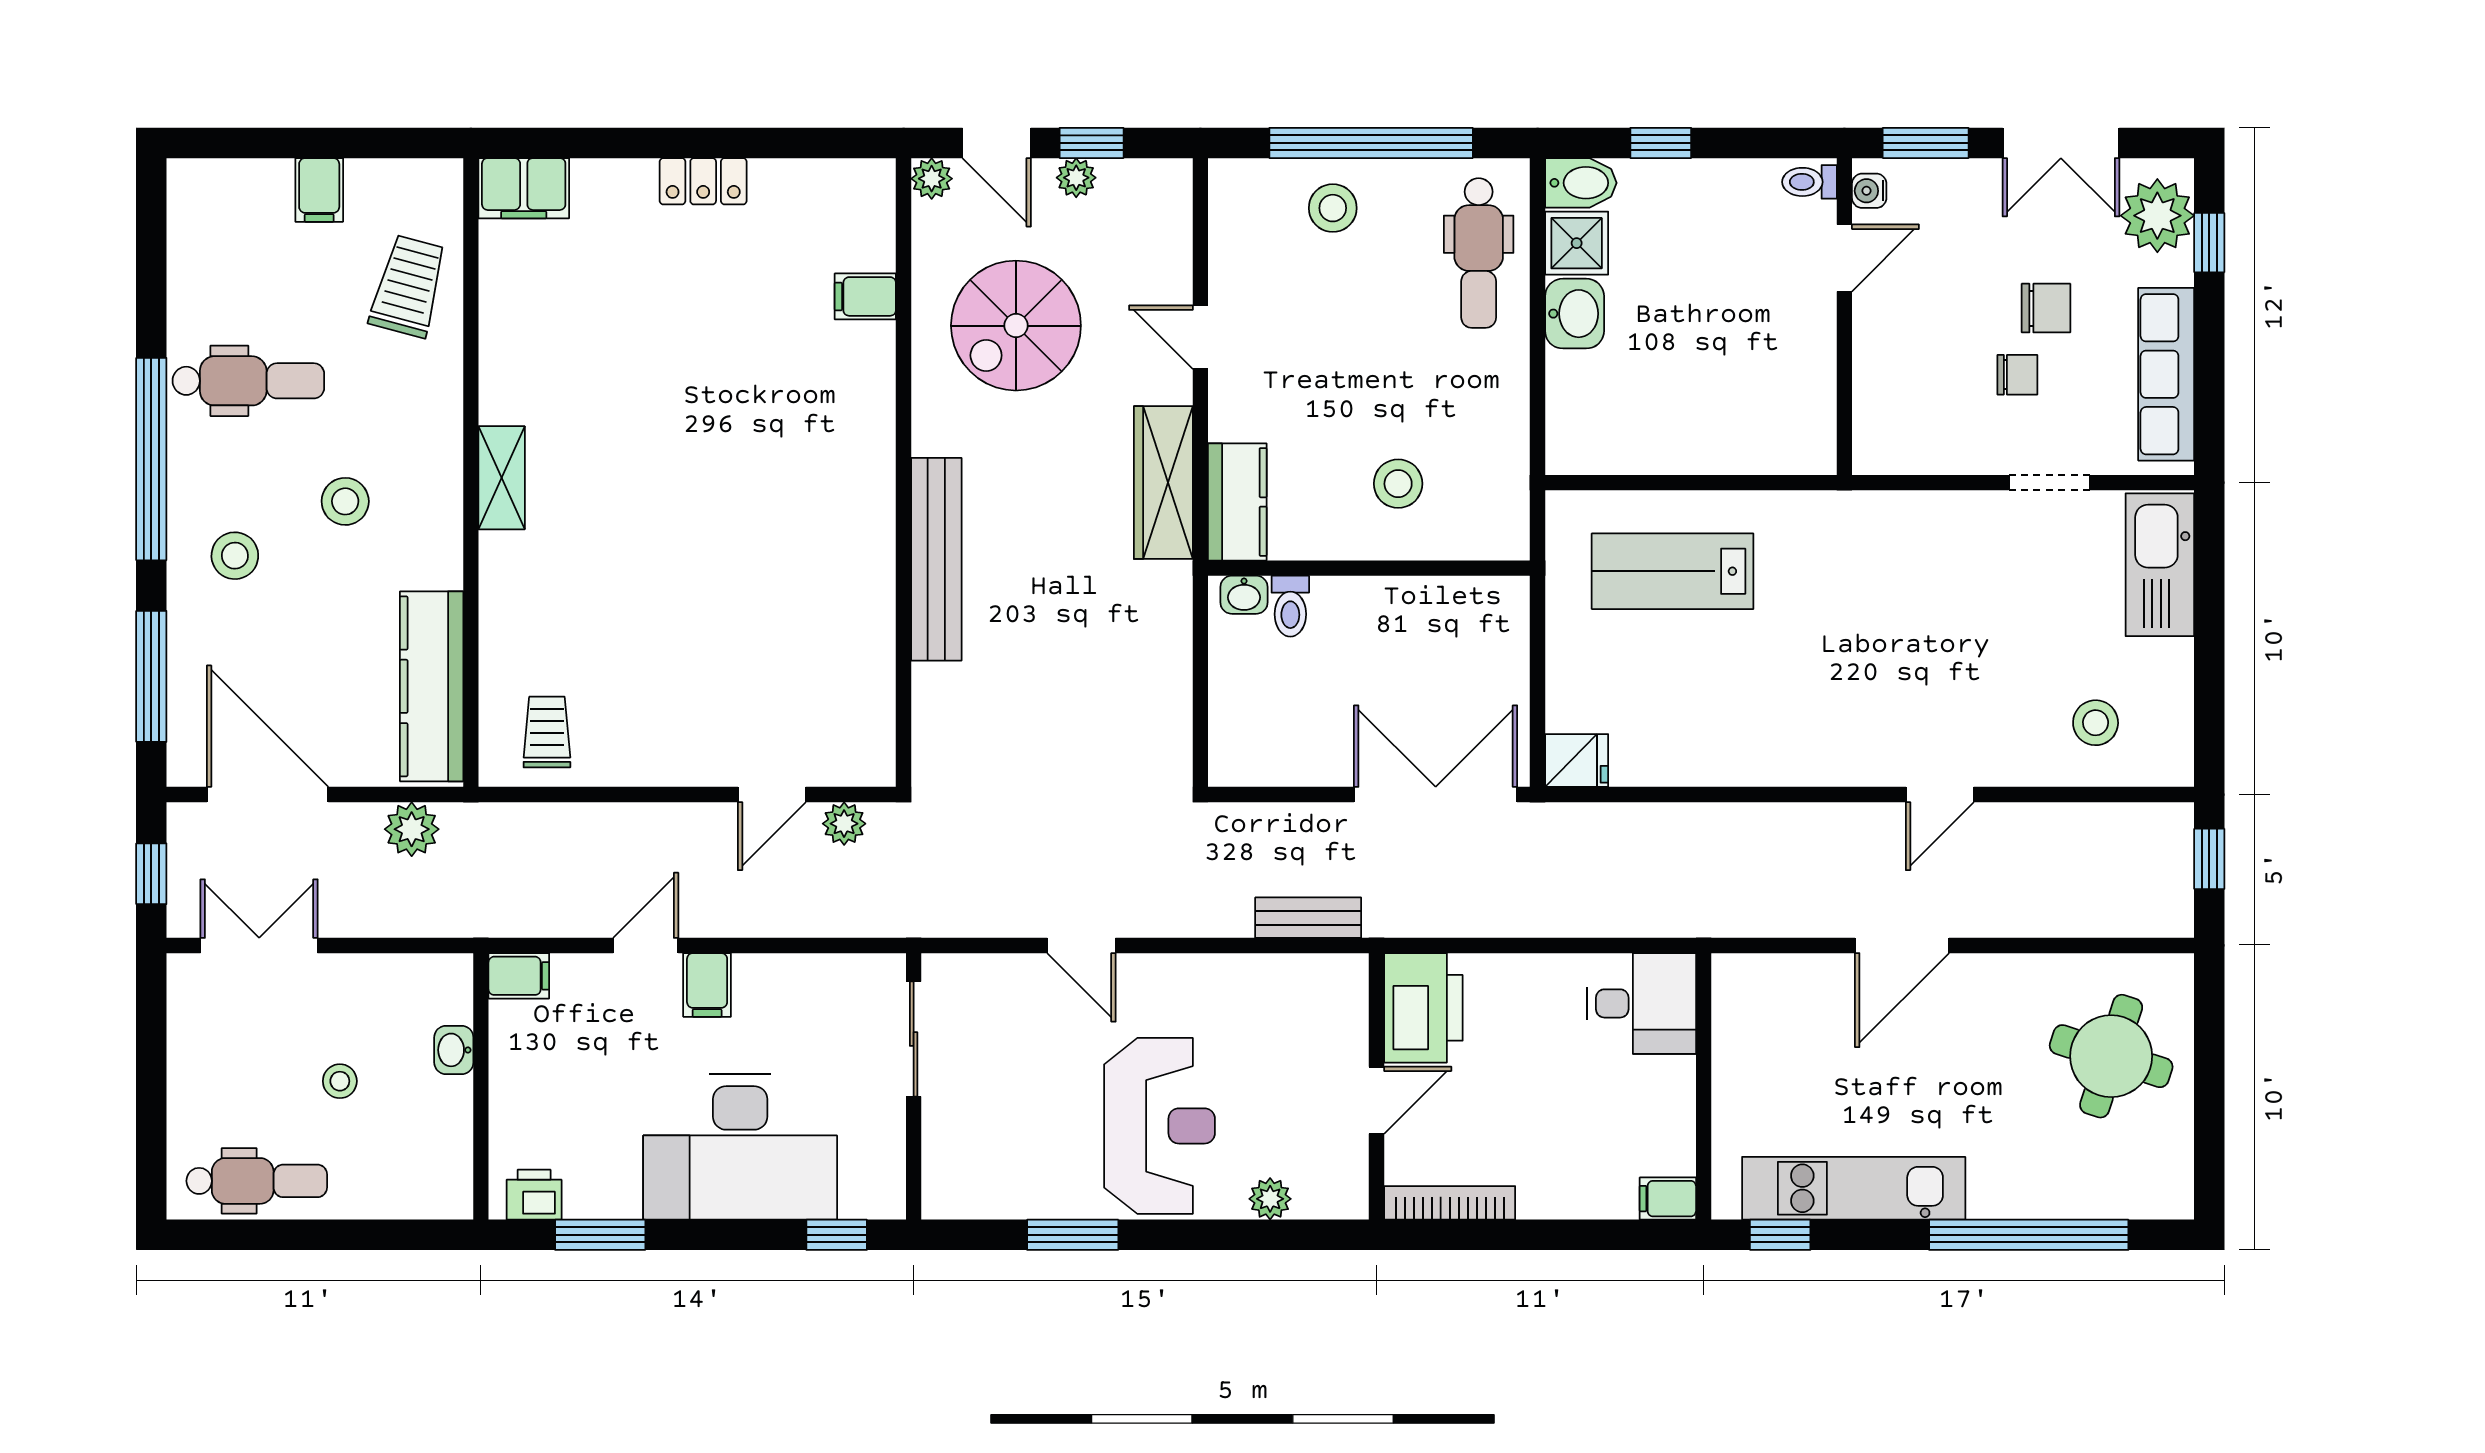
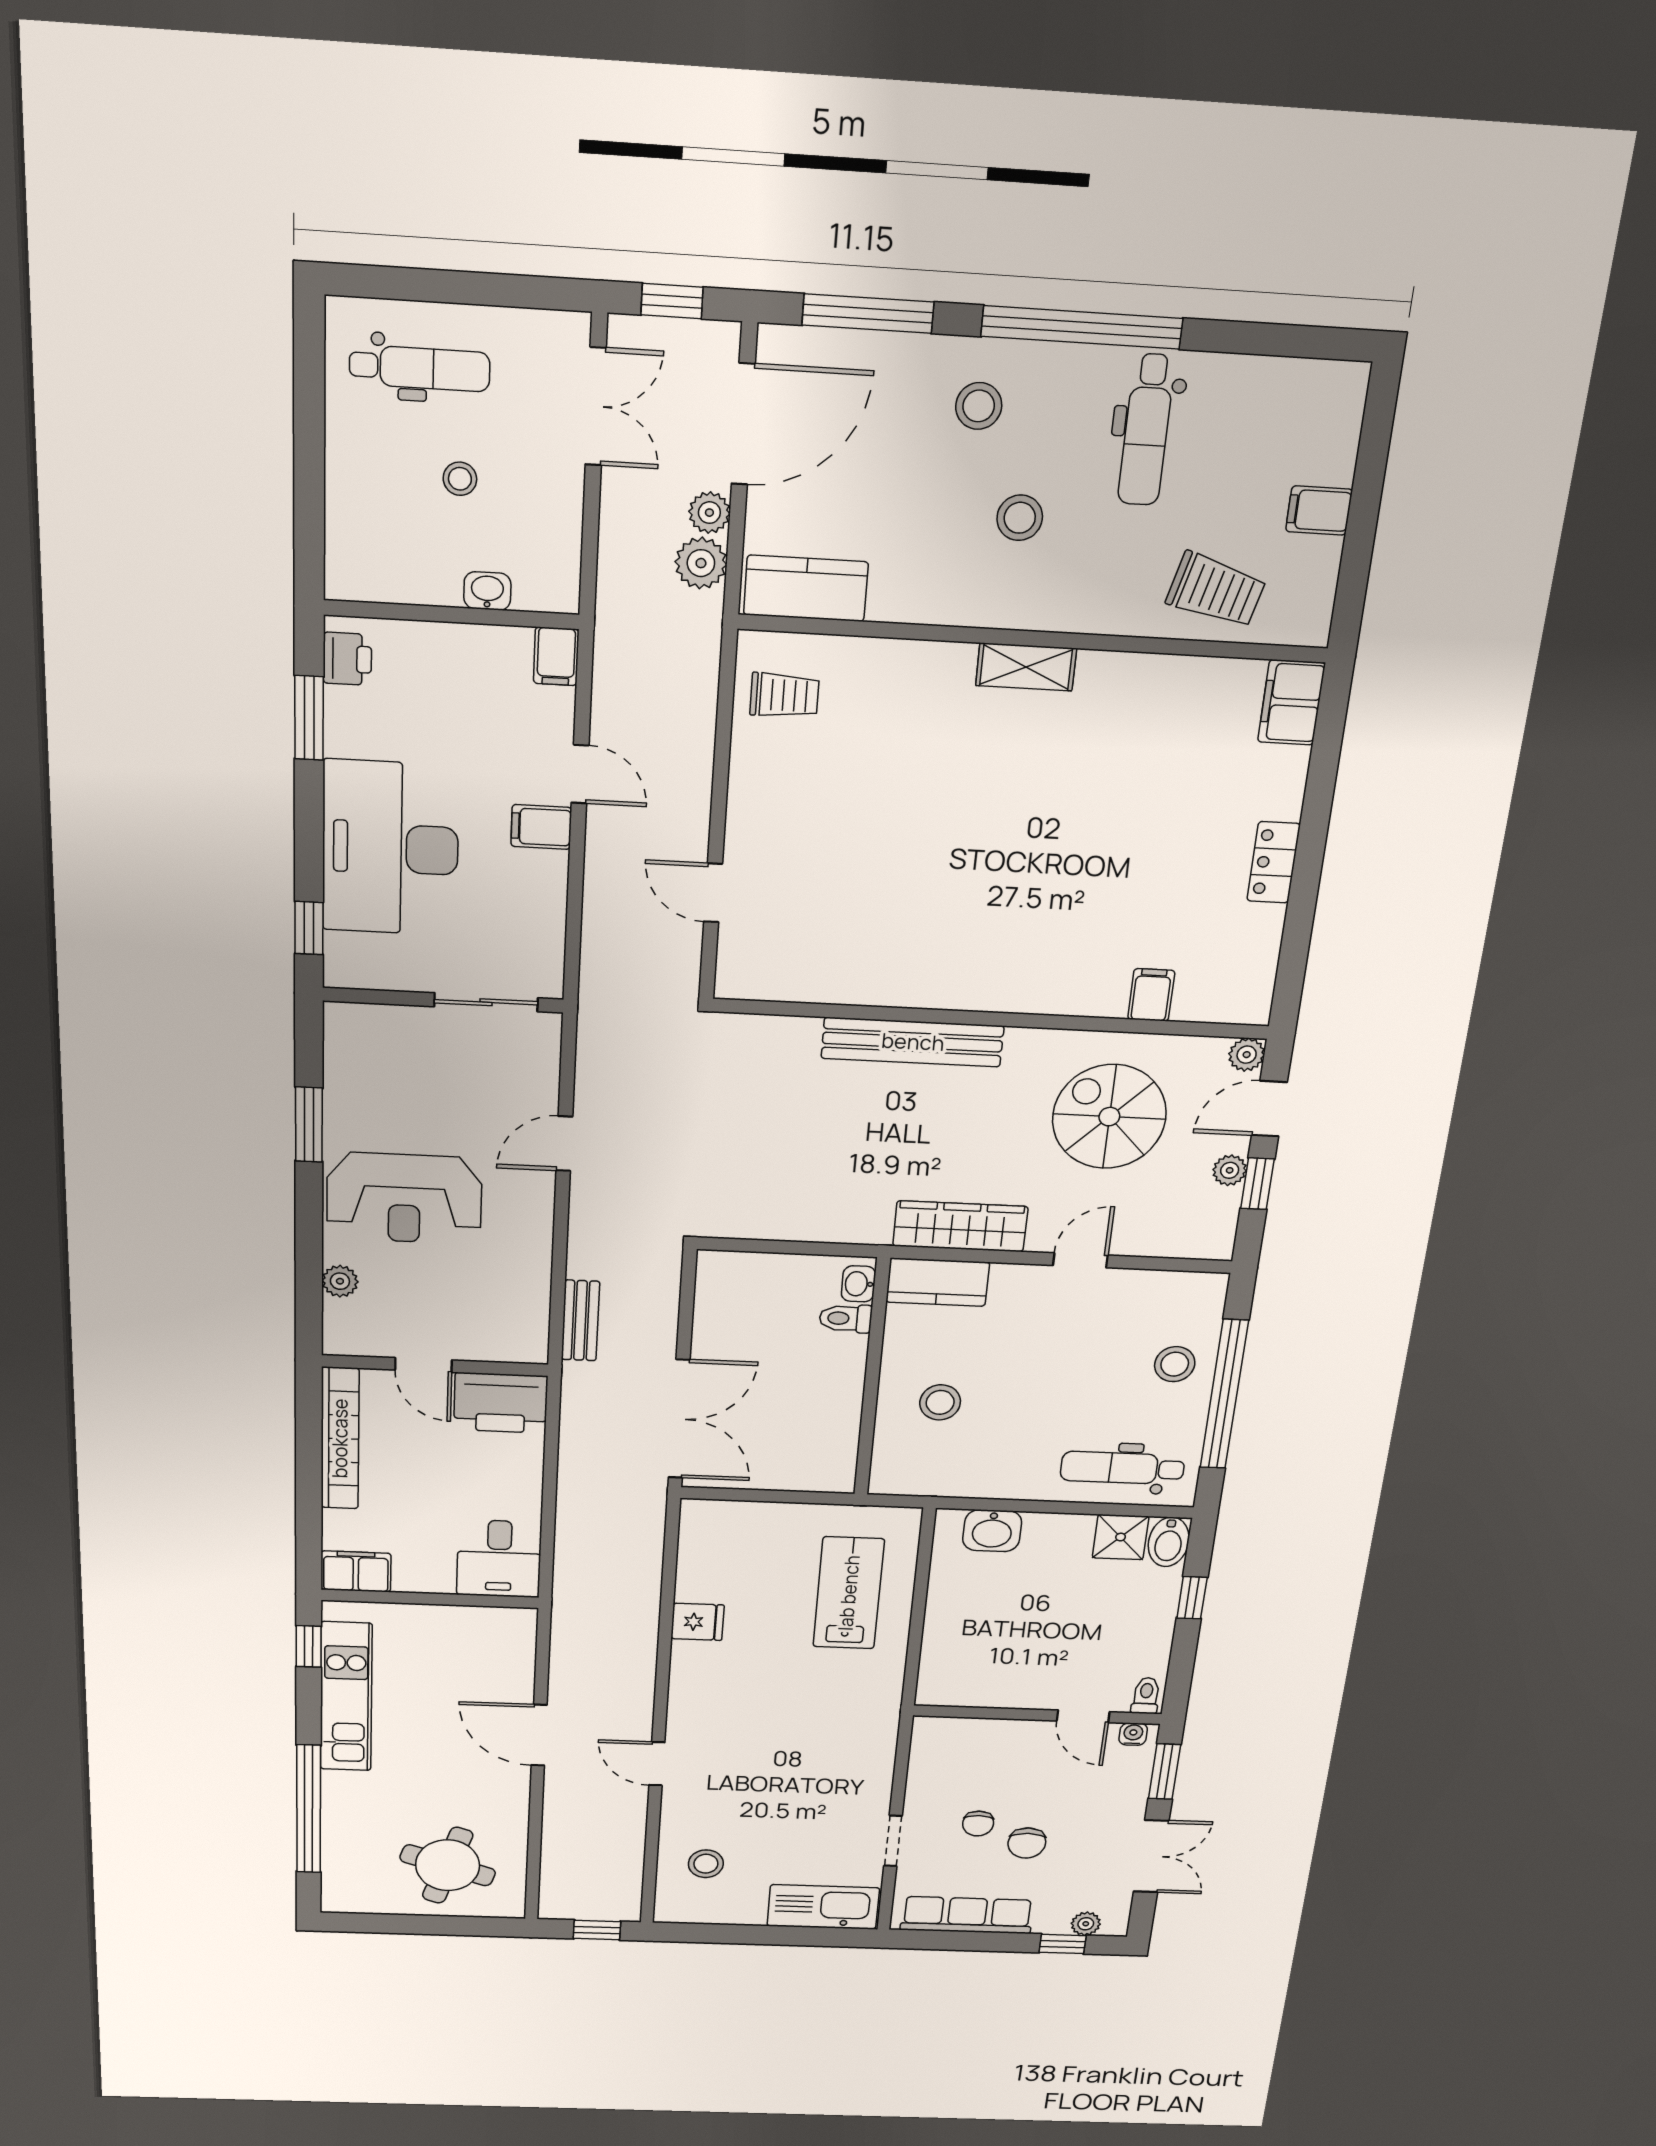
double door: (2061, 143) -> (1151, 1856), swing flipped
plant: (2157, 216) -> (1086, 1924), width x0.53, depth x0.53
washbasin: (1575, 314) -> (992, 1531), moved
kitchen counter: (432, 686) -> (806, 588), width x0.67
fridge: (1577, 761) -> (698, 1622), moved, turned -90
plant: (844, 824) -> (709, 513), moved
dental chair: (257, 1181) -> (420, 368), moved, turned -90
filing cabinet: (1668, 1199) -> (356, 1571), width x2.00
bookcase: (1450, 1203) -> (340, 1438), width x1.48, depth x1.31

